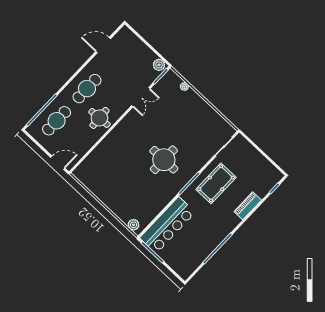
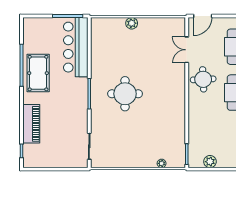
plant: (159, 65) -> (210, 162), moved
double door: (141, 97) -> (187, 50), moved
pool table: (216, 183) -> (38, 73), moved
piano: (248, 206) -> (31, 124), width x1.37, depth x1.33
plant: (134, 225) -> (132, 23), moved

